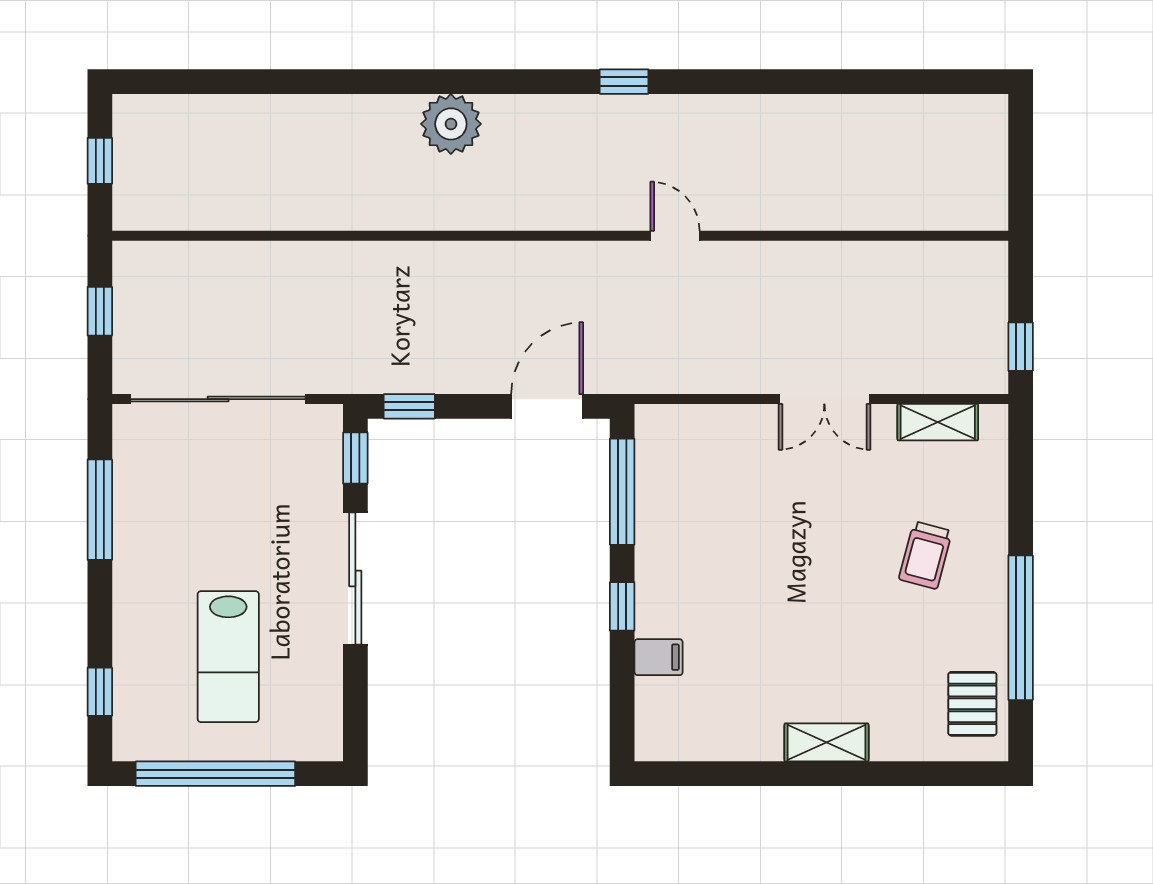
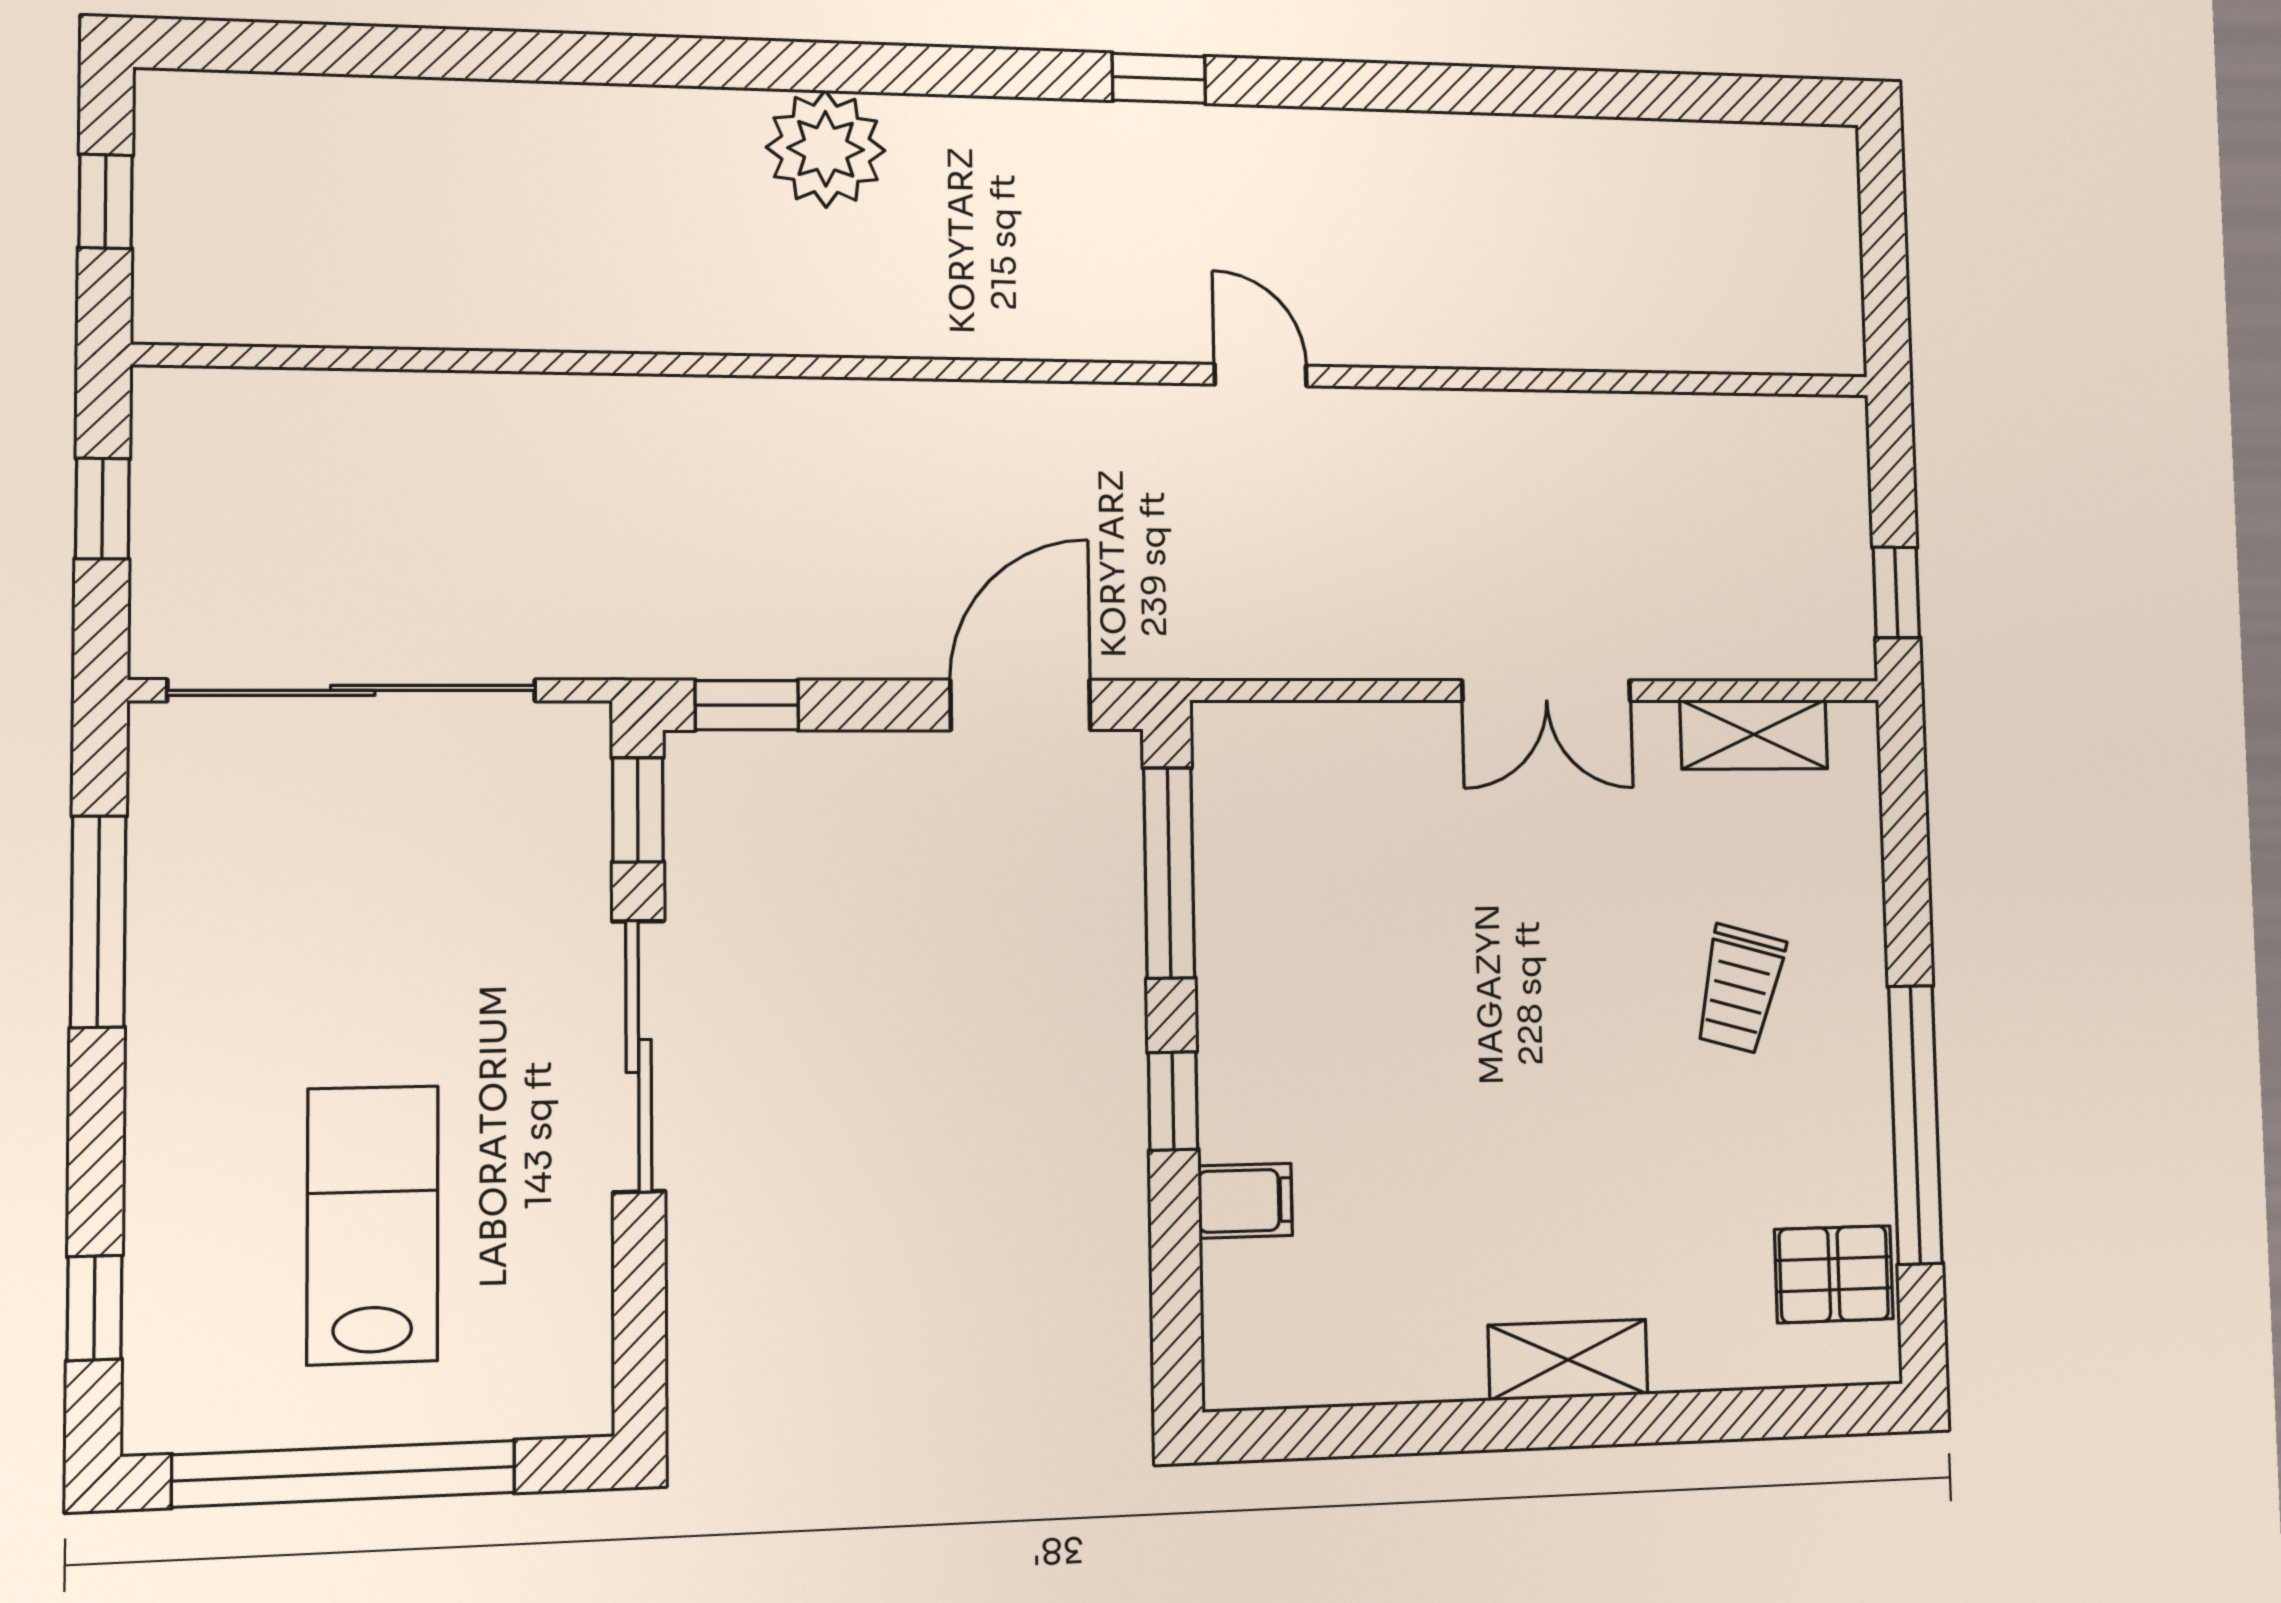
lab bench: (228, 657) -> (373, 1225), turned 180
pallet: (972, 704) -> (1834, 1274), turned 90

